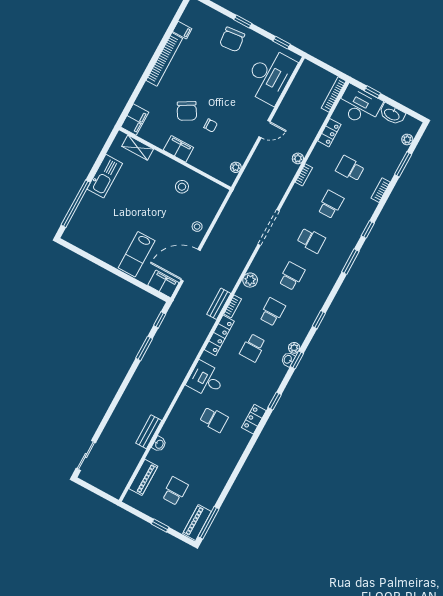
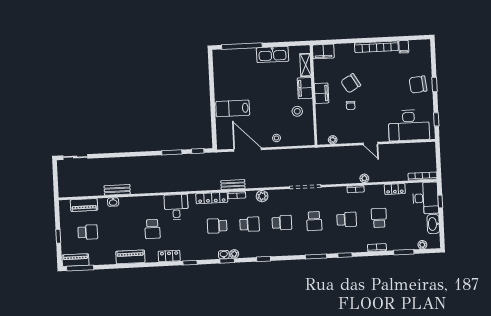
filing cabinet: (163, 284) -> (305, 88), moved, turned 180
piano: (229, 461) -> (130, 257), added

